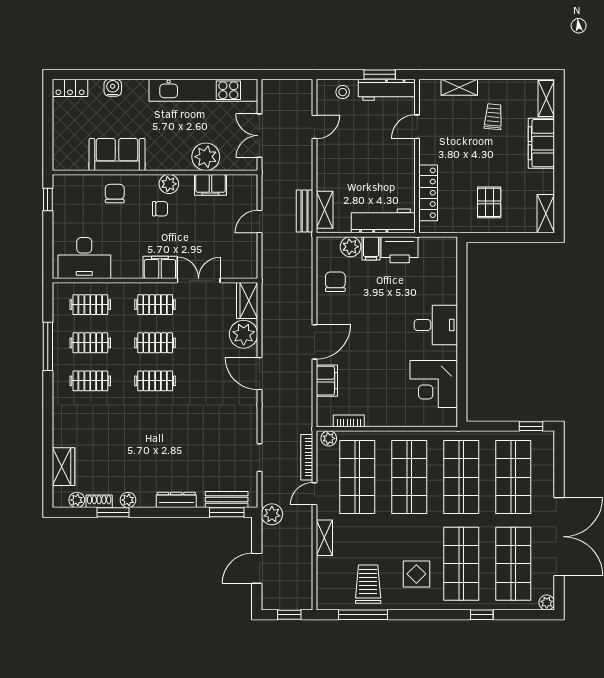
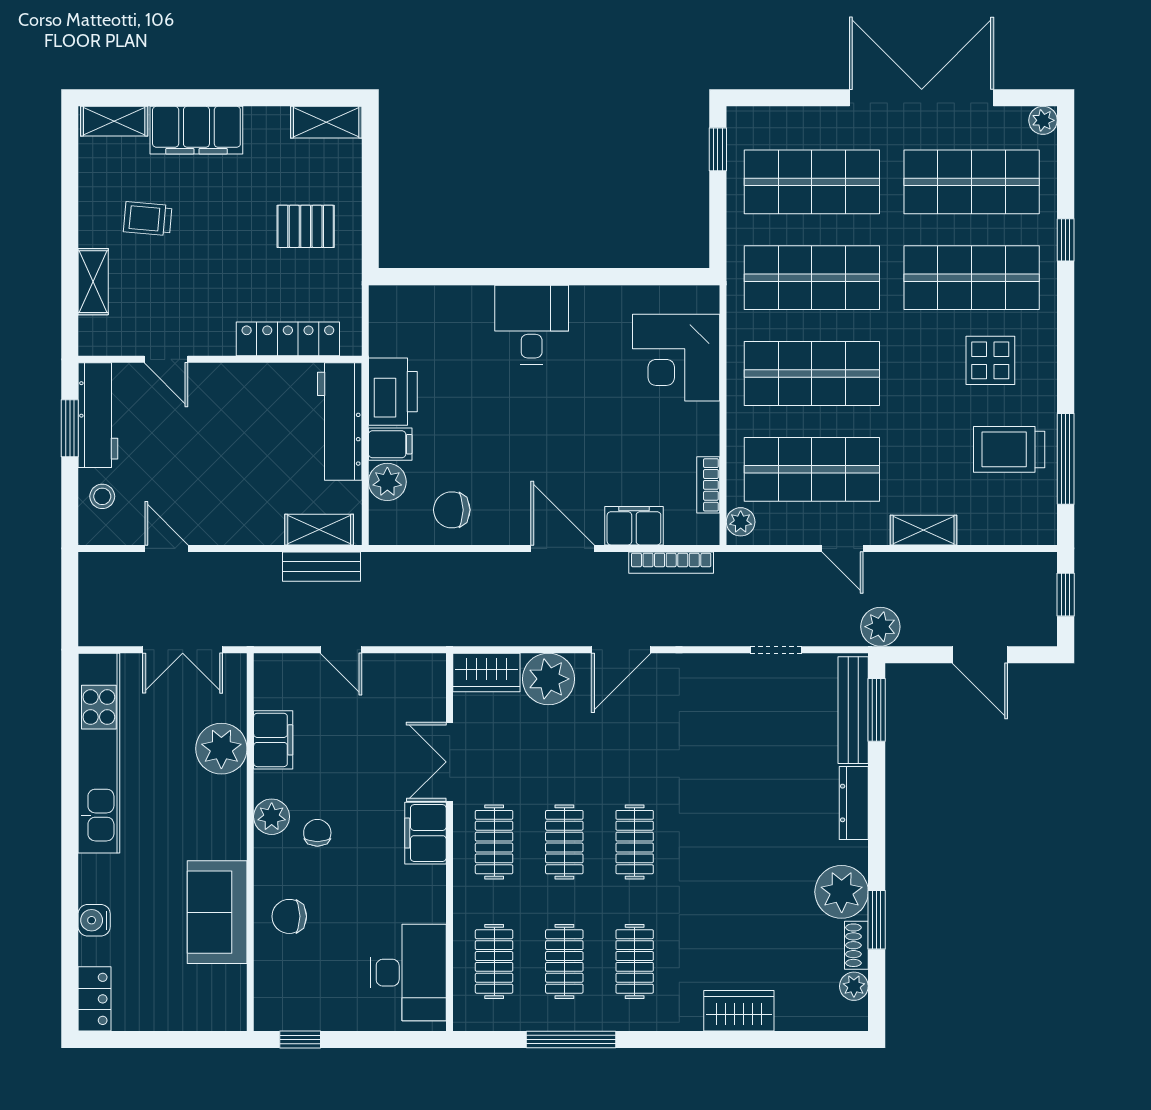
corner desk: (434, 384) -> (676, 358), moved, turned 90
bookcase: (307, 457) -> (671, 563), moved
wardrobe: (64, 467) -> (739, 1011), moved
plant: (128, 500) -> (842, 892), width x1.88, depth x1.88
bench: (227, 500) -> (853, 710), width x1.36

